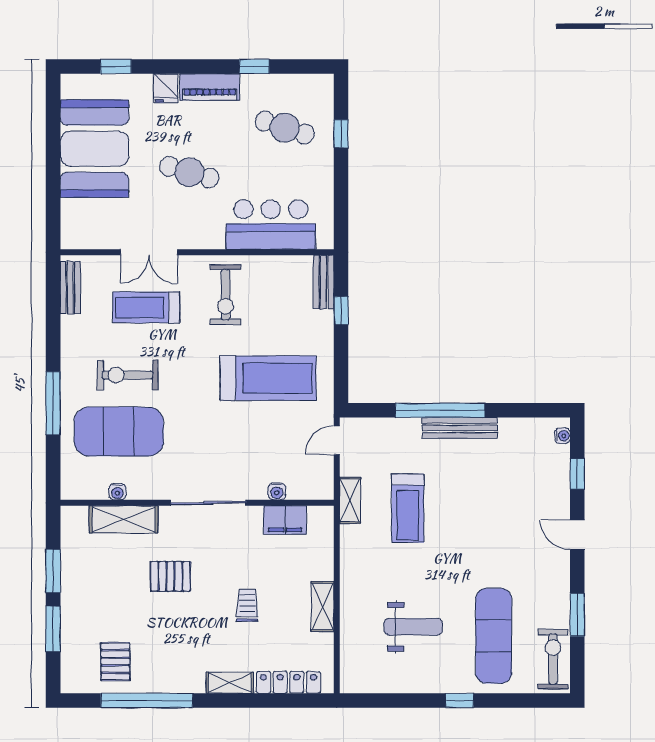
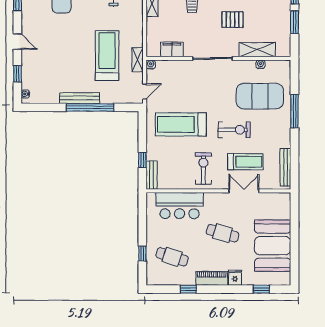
bench: (70, 288) -> (285, 167), width x1.36
exercise bike: (128, 375) -> (234, 130), moved
water cooler: (277, 491) -> (151, 65), moved
treadmill: (408, 508) -> (107, 56), width x1.37, depth x1.38

